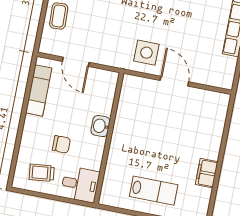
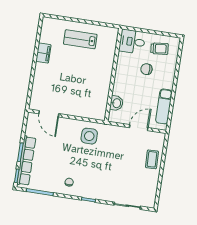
door: (76, 62) -> (139, 128), hinge flipped
door: (174, 81) -> (49, 114), moved
washbasin: (100, 126) -> (116, 103), moved

